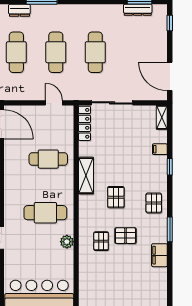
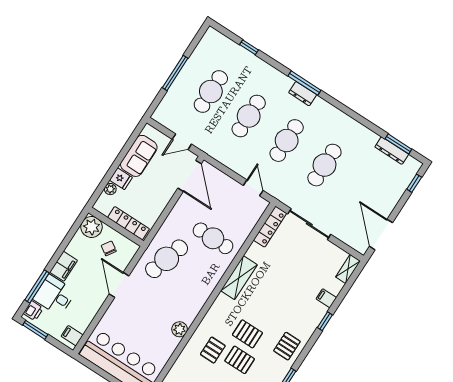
dresser: (19, 10) -> (303, 94), moved
pallet: (116, 197) -> (247, 334), moved, turned 90
cafe table: (45, 213) -> (167, 259), moved, turned -73

